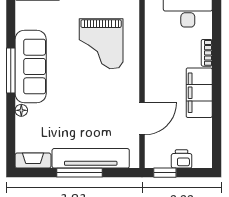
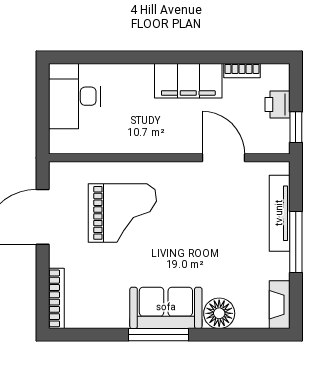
bookcase: (207, 53) -> (242, 71), moved
sofa: (31, 66) -> (166, 308), width x0.73
floor lamp: (21, 110) -> (219, 313), width x1.89, depth x1.89
tv unit: (91, 158) -> (280, 213), width x0.73, depth x0.78

